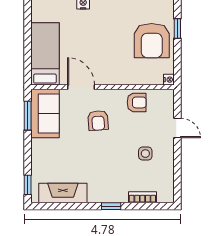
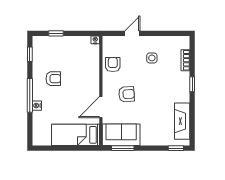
armchair: (152, 41) -> (53, 79), moved, width x0.53, depth x0.53

